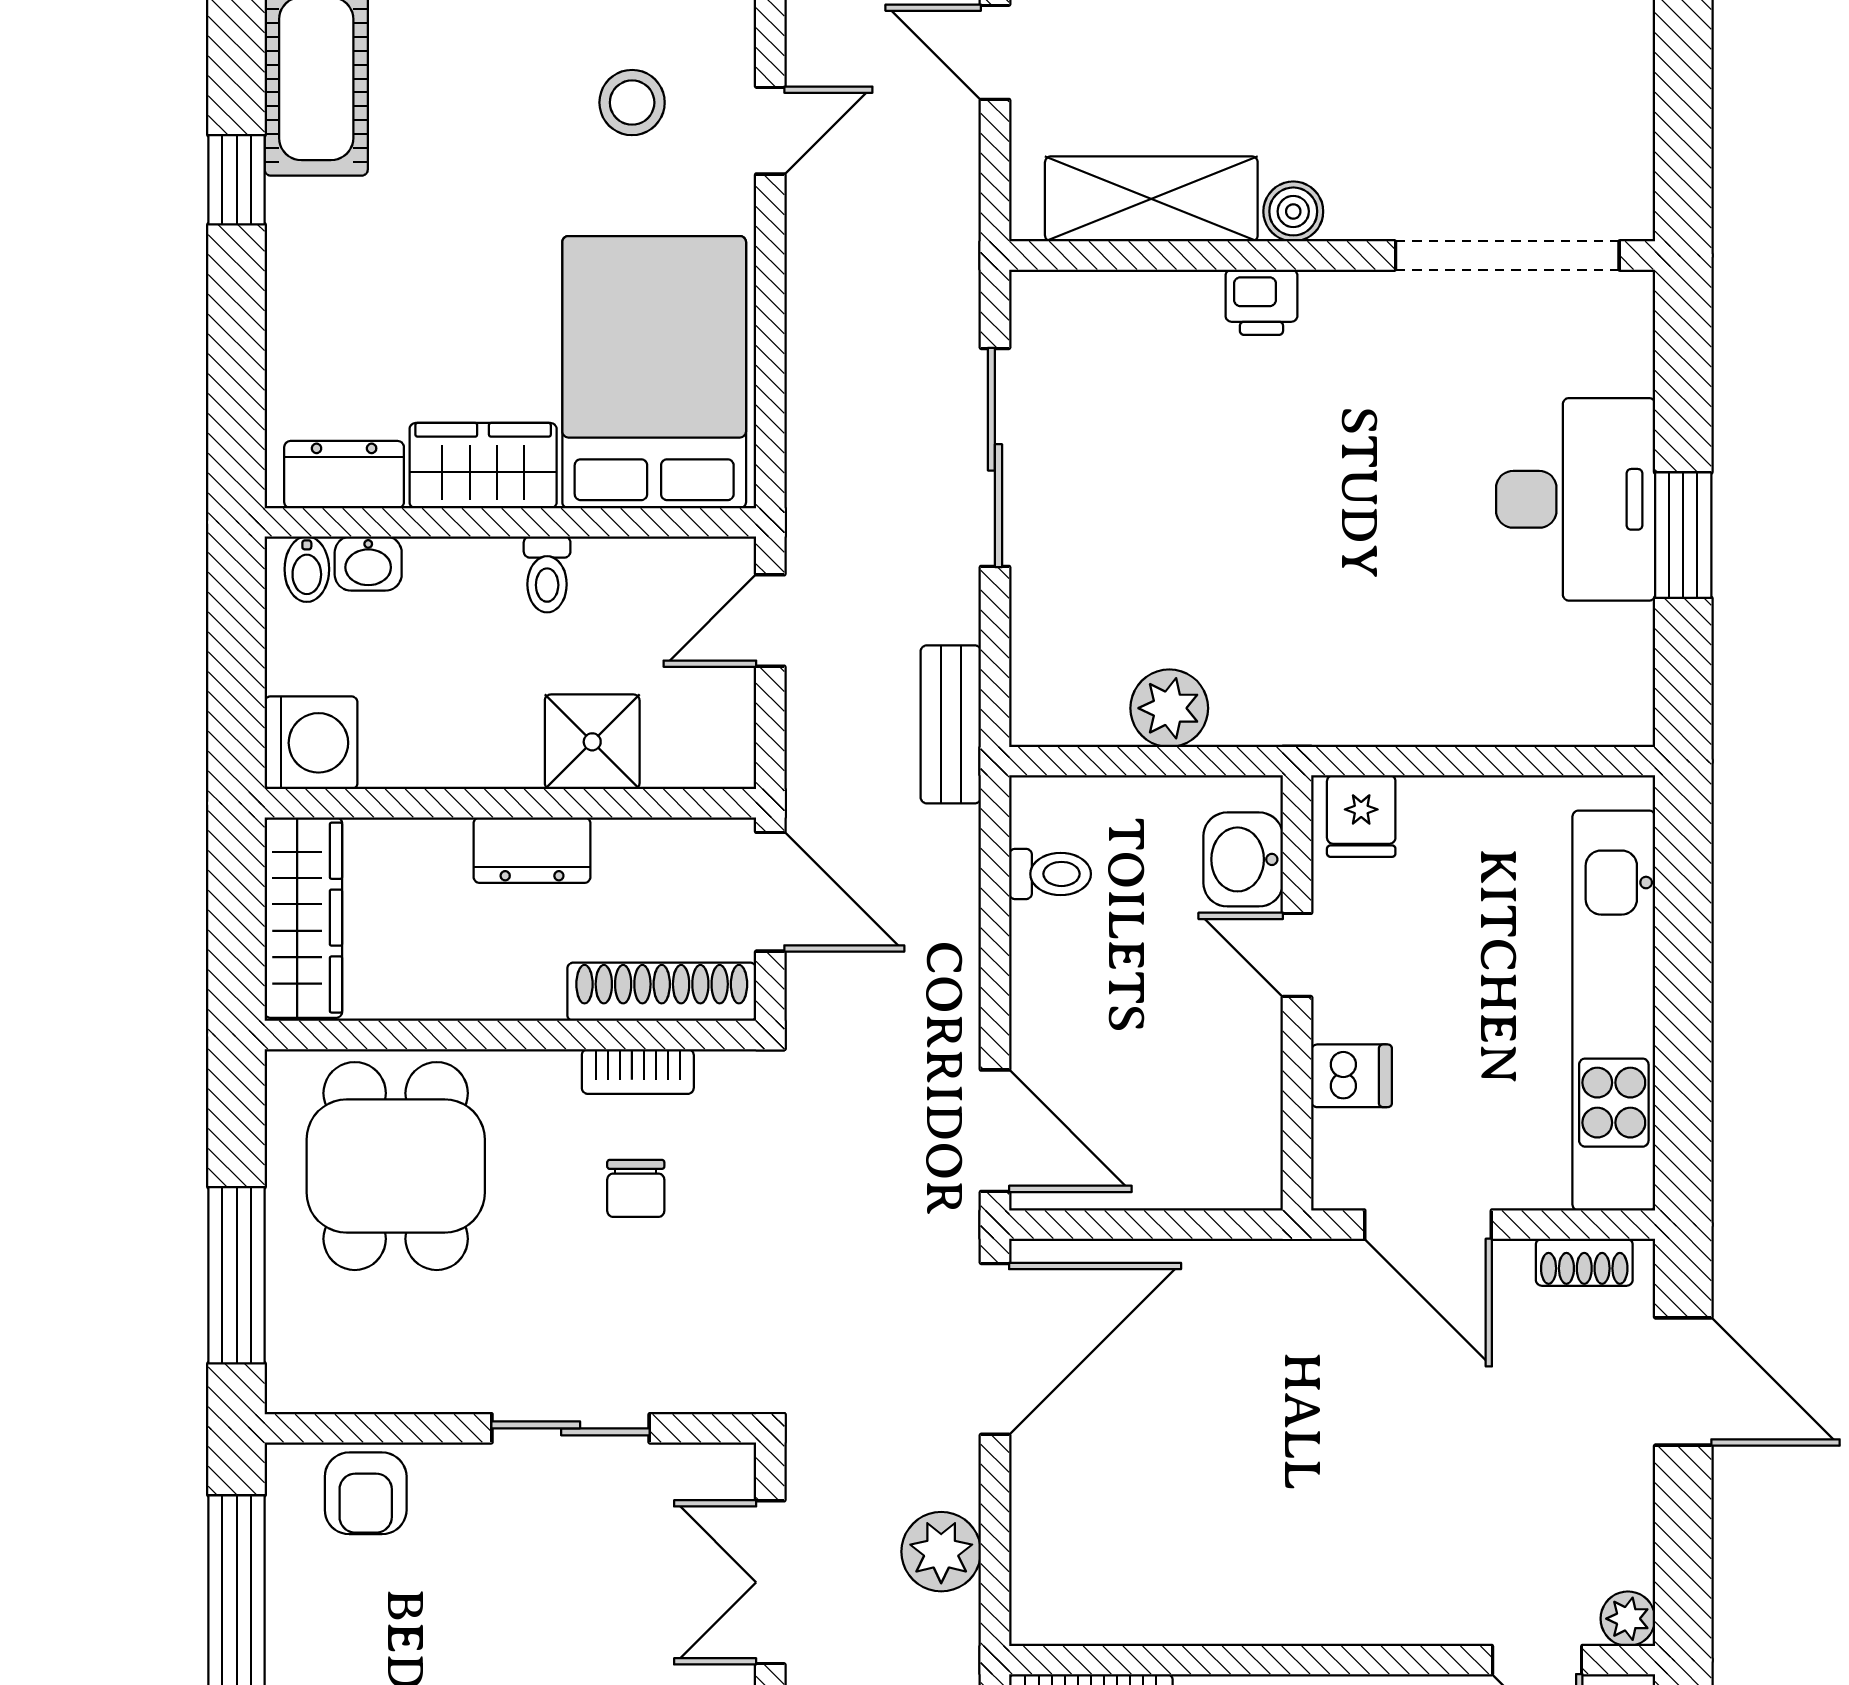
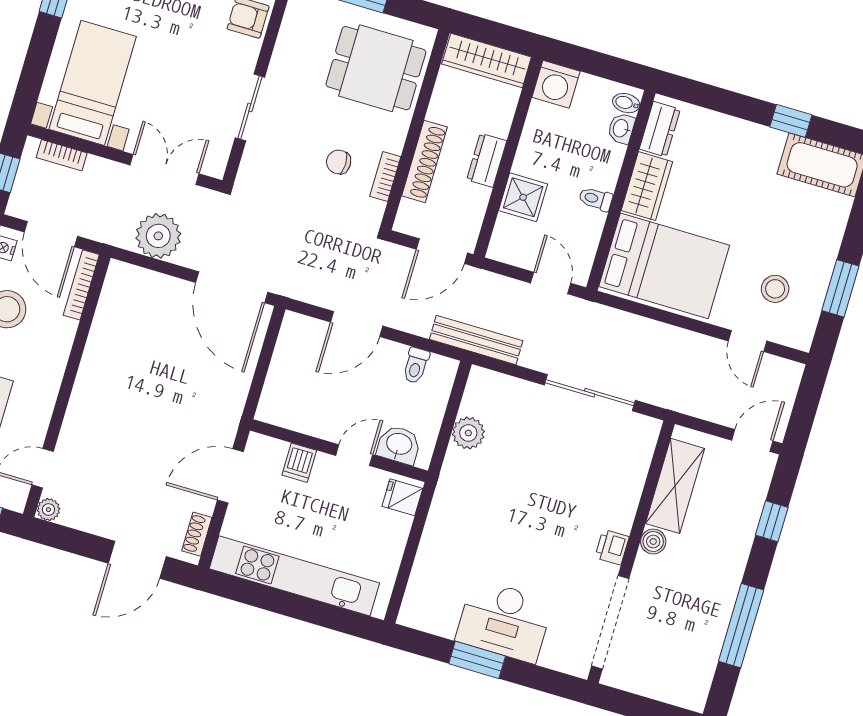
printer: (1261, 302) -> (612, 547), moved
bench: (951, 724) -> (476, 340), width x1.36
shoe rack: (662, 992) -> (425, 161), moved
door: (995, 1131) -> (357, 324), moved
plant: (941, 1552) -> (158, 236), width x1.36, depth x1.36

